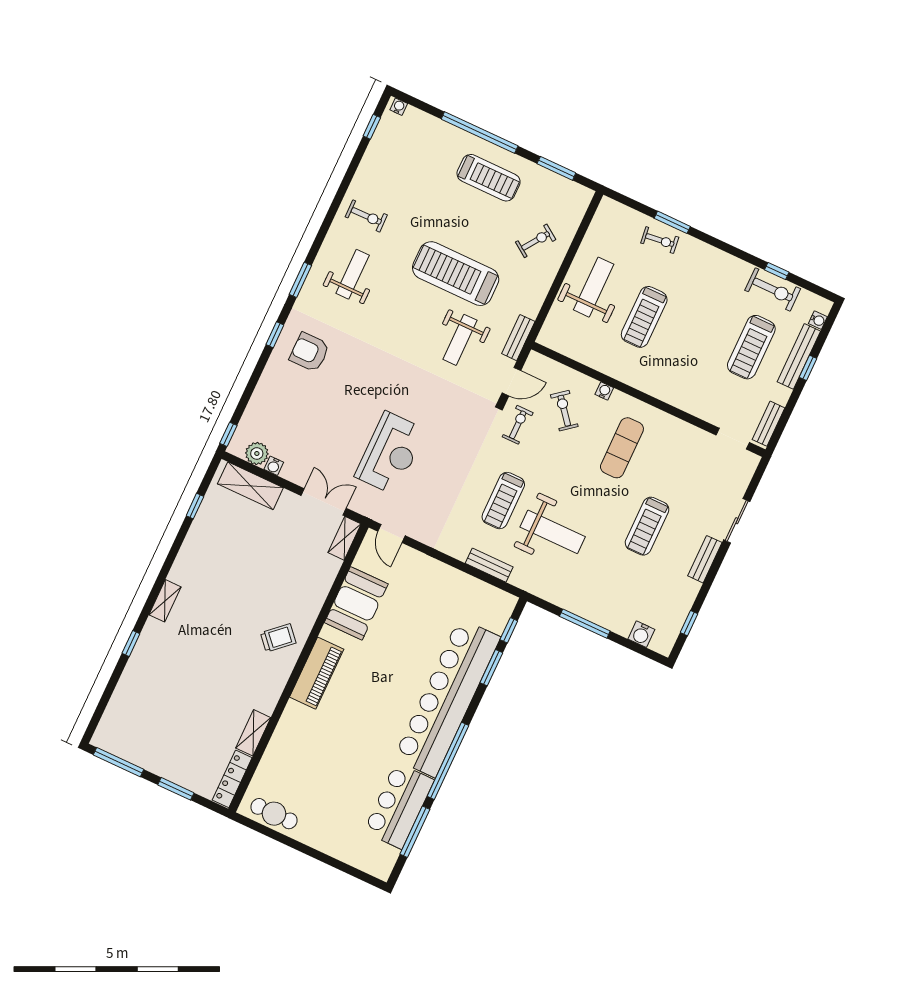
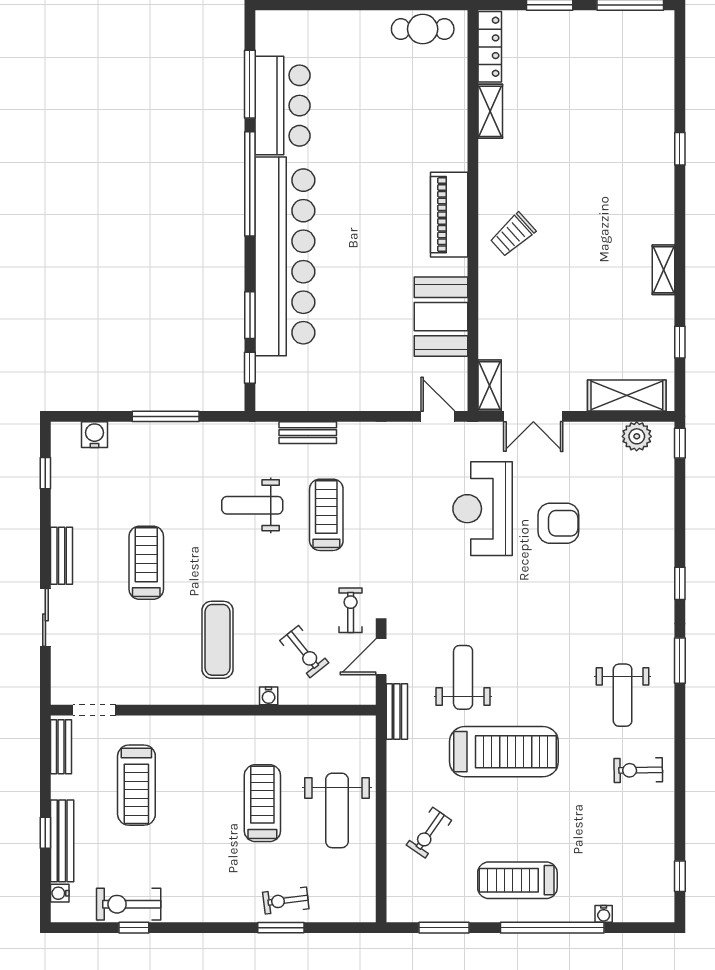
water cooler: (399, 107) -> (604, 914), moved
treadmill: (751, 347) -> (136, 785), moved, turned 180
armchair: (309, 352) -> (558, 523), moved
exercise bike: (518, 425) -> (351, 610), turned 180
water cooler: (274, 466) -> (611, 431), removed
weight bench: (553, 532) -> (252, 505), width x0.73, depth x0.75
shelving: (165, 601) -> (663, 270), moved

